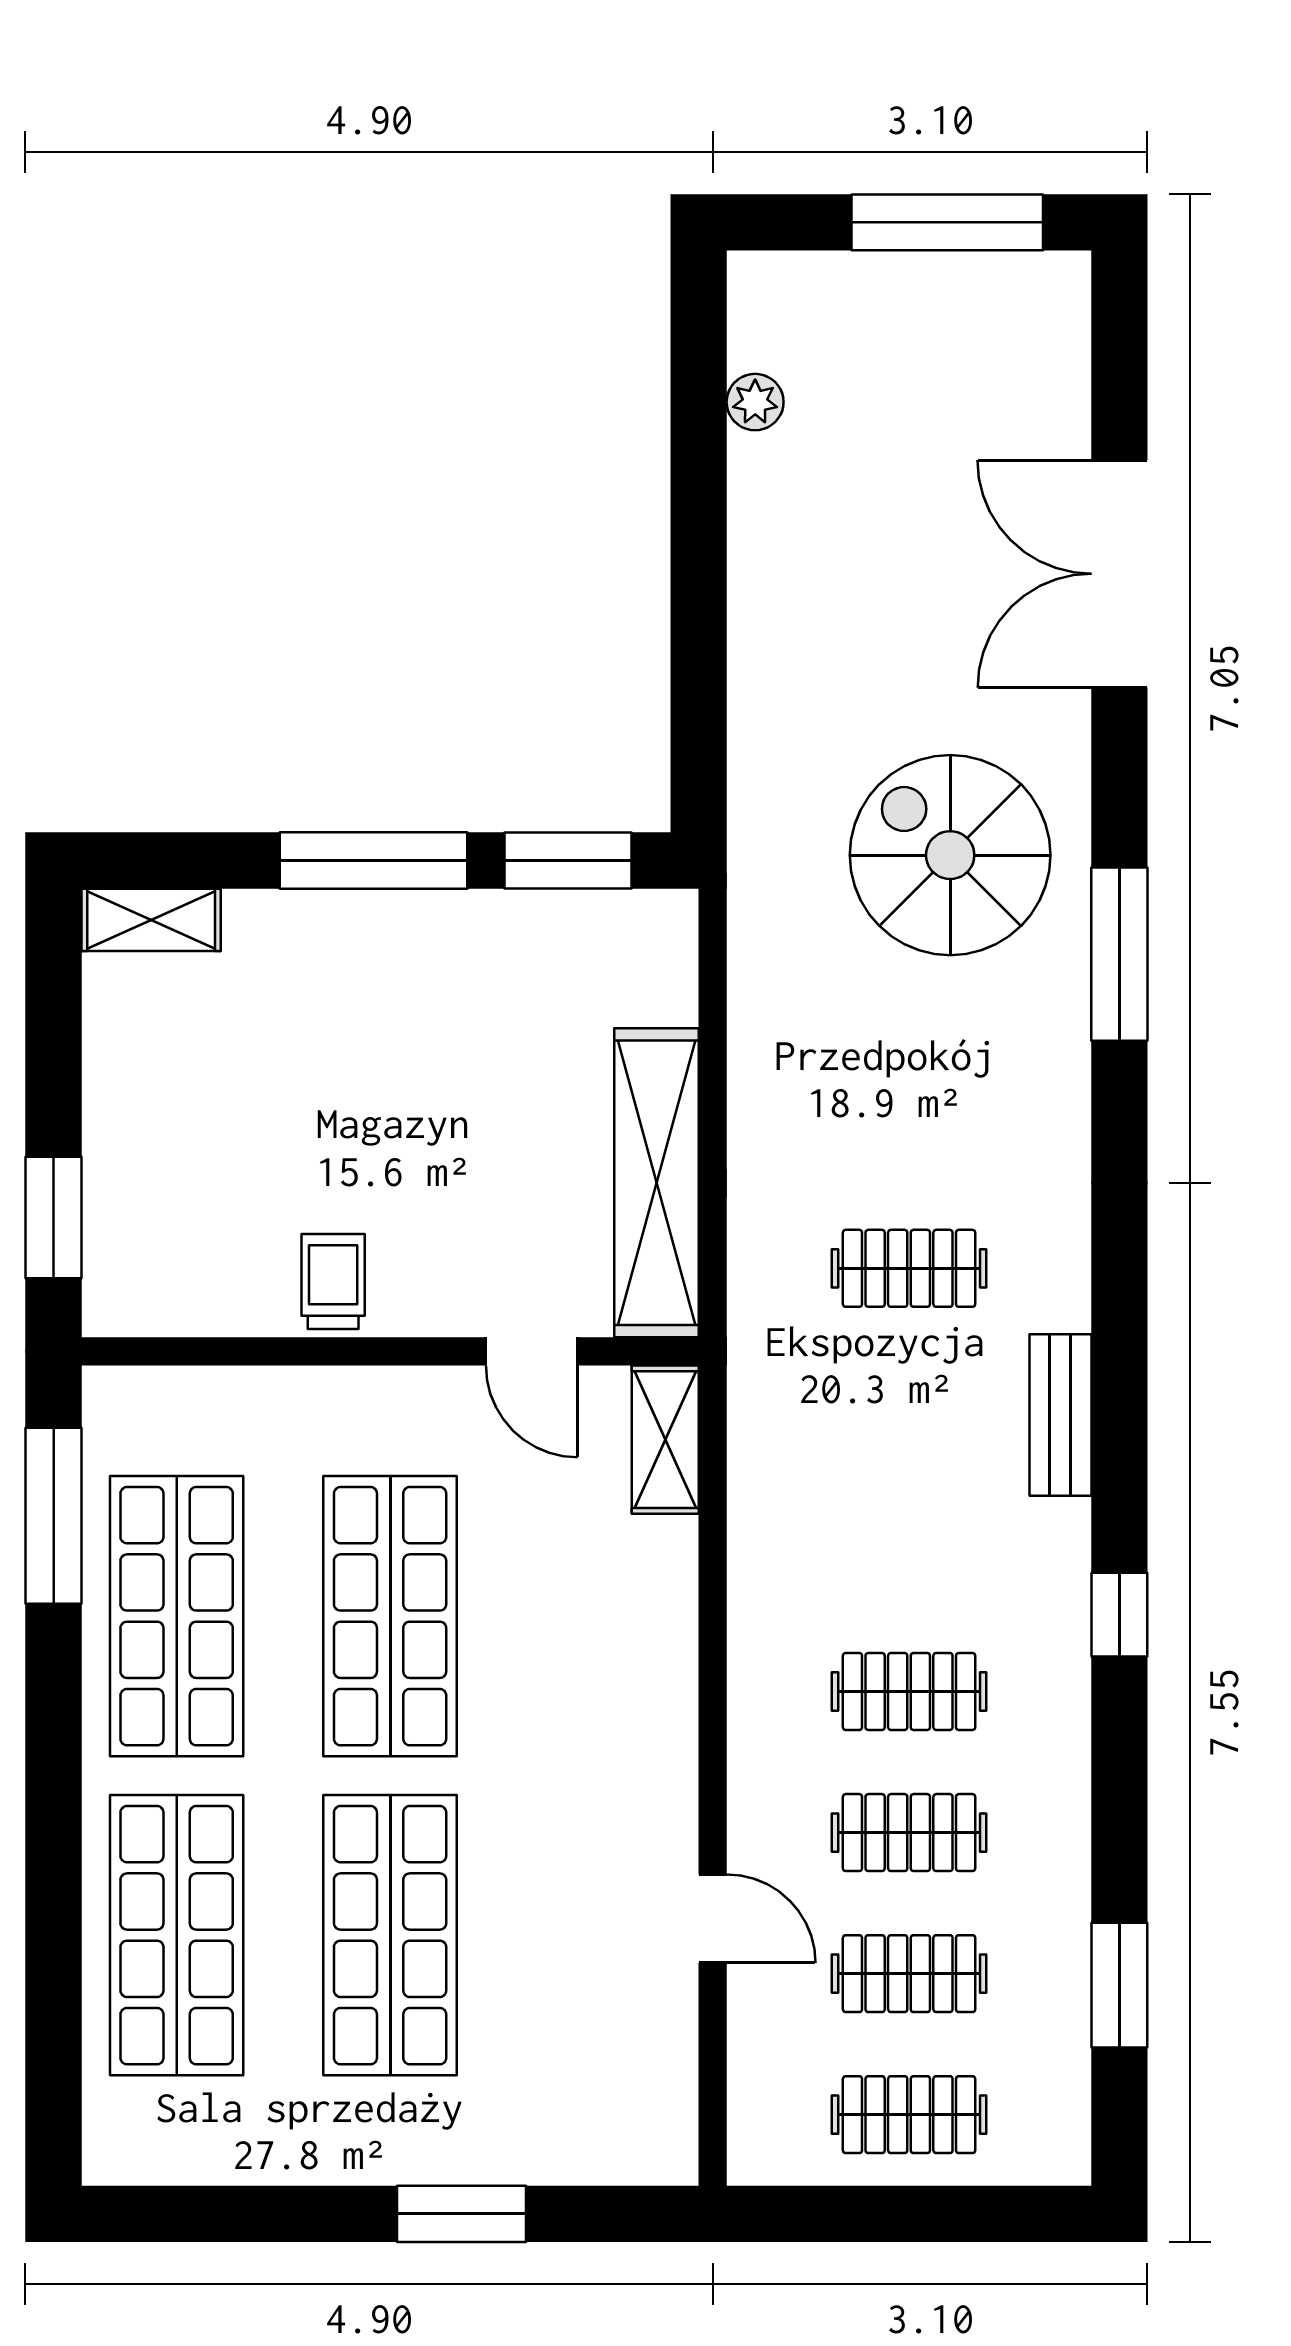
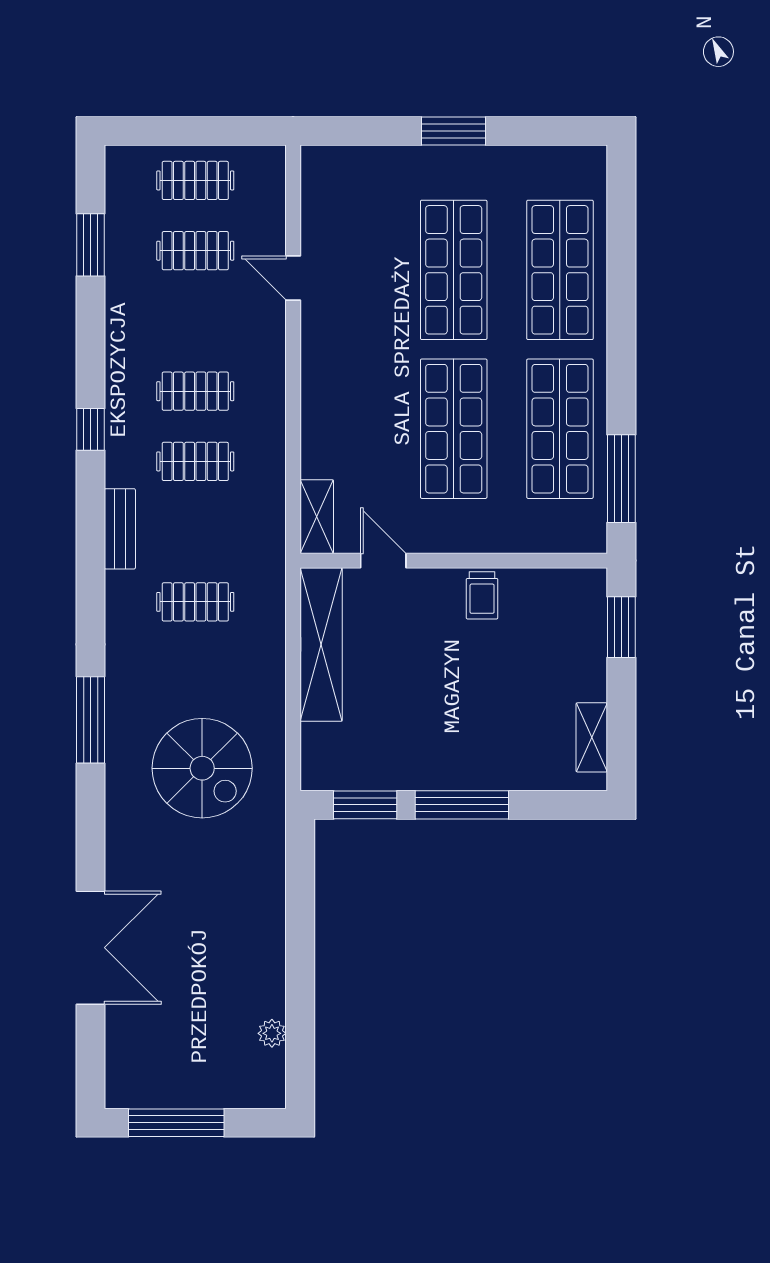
spiral stairs: (950, 855) -> (202, 768), moved
shelving: (151, 920) -> (592, 737), moved, turned 90
window: (1119, 954) -> (91, 720), moved
clothes rail: (909, 1833) -> (195, 461), moved
window: (461, 2214) -> (454, 131), moved

